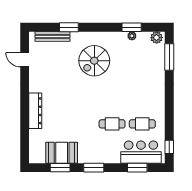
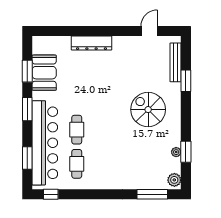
bar counter: (141, 152) -> (45, 143), width x1.86

